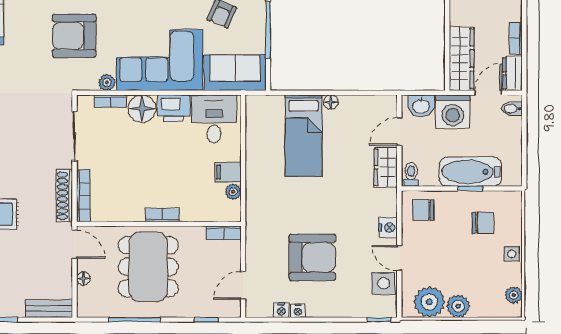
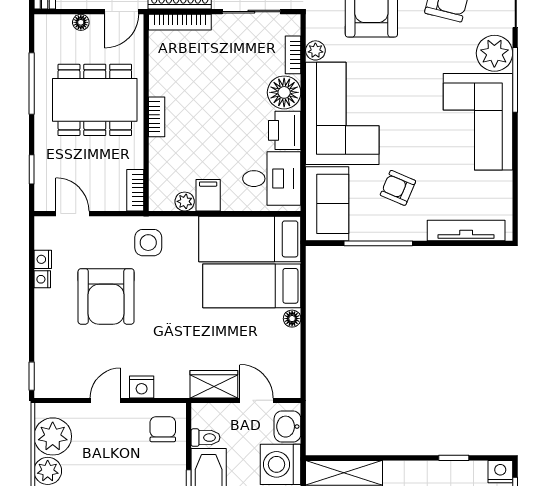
bed: (264, 137) -> (250, 239), added
toilet: (411, 174) -> (205, 438), moved
side table: (384, 283) -> (148, 243), moved

